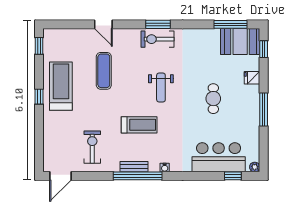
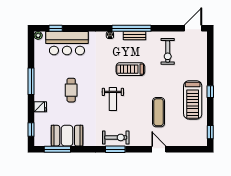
booth: (240, 41) -> (67, 136), moved
weight bench: (161, 88) -> (113, 99), turned 180

